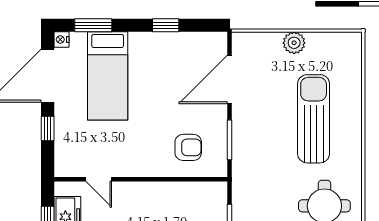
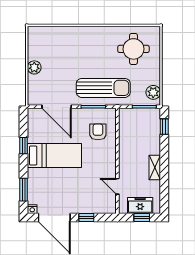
bed: (108, 76) -> (54, 156), moved
sun lounger: (314, 119) -> (103, 88), moved, turned 180
door: (99, 179) -> (117, 186), swing flipped

